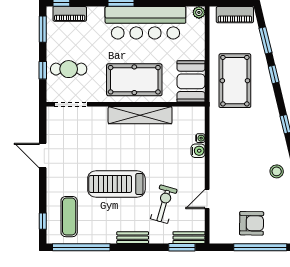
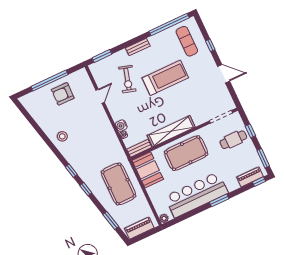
window: (274, 74) -> (86, 189), moved
window: (43, 221) -> (210, 45), moved
bench: (189, 238) -> (139, 148), moved

